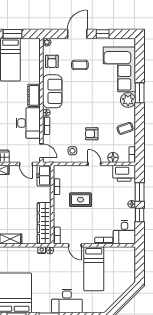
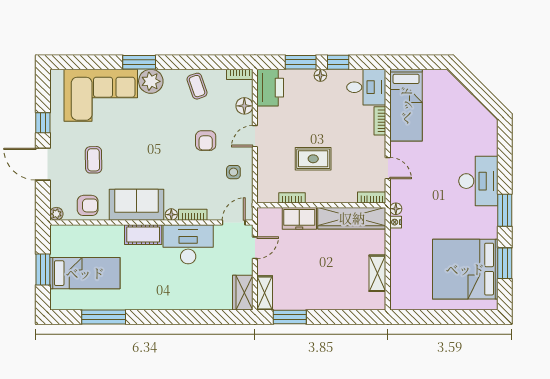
freezer: (44, 176) -> (299, 218), moved
rug: (81, 200) -> (313, 159), turned 90
door: (75, 245) -> (388, 168), hinge flipped
bed: (94, 269) -> (406, 105), moved, turned 90

